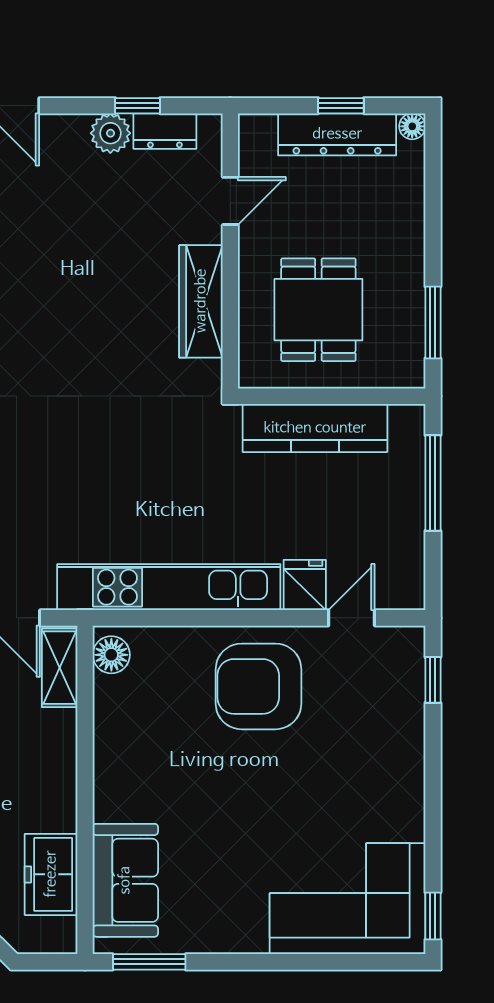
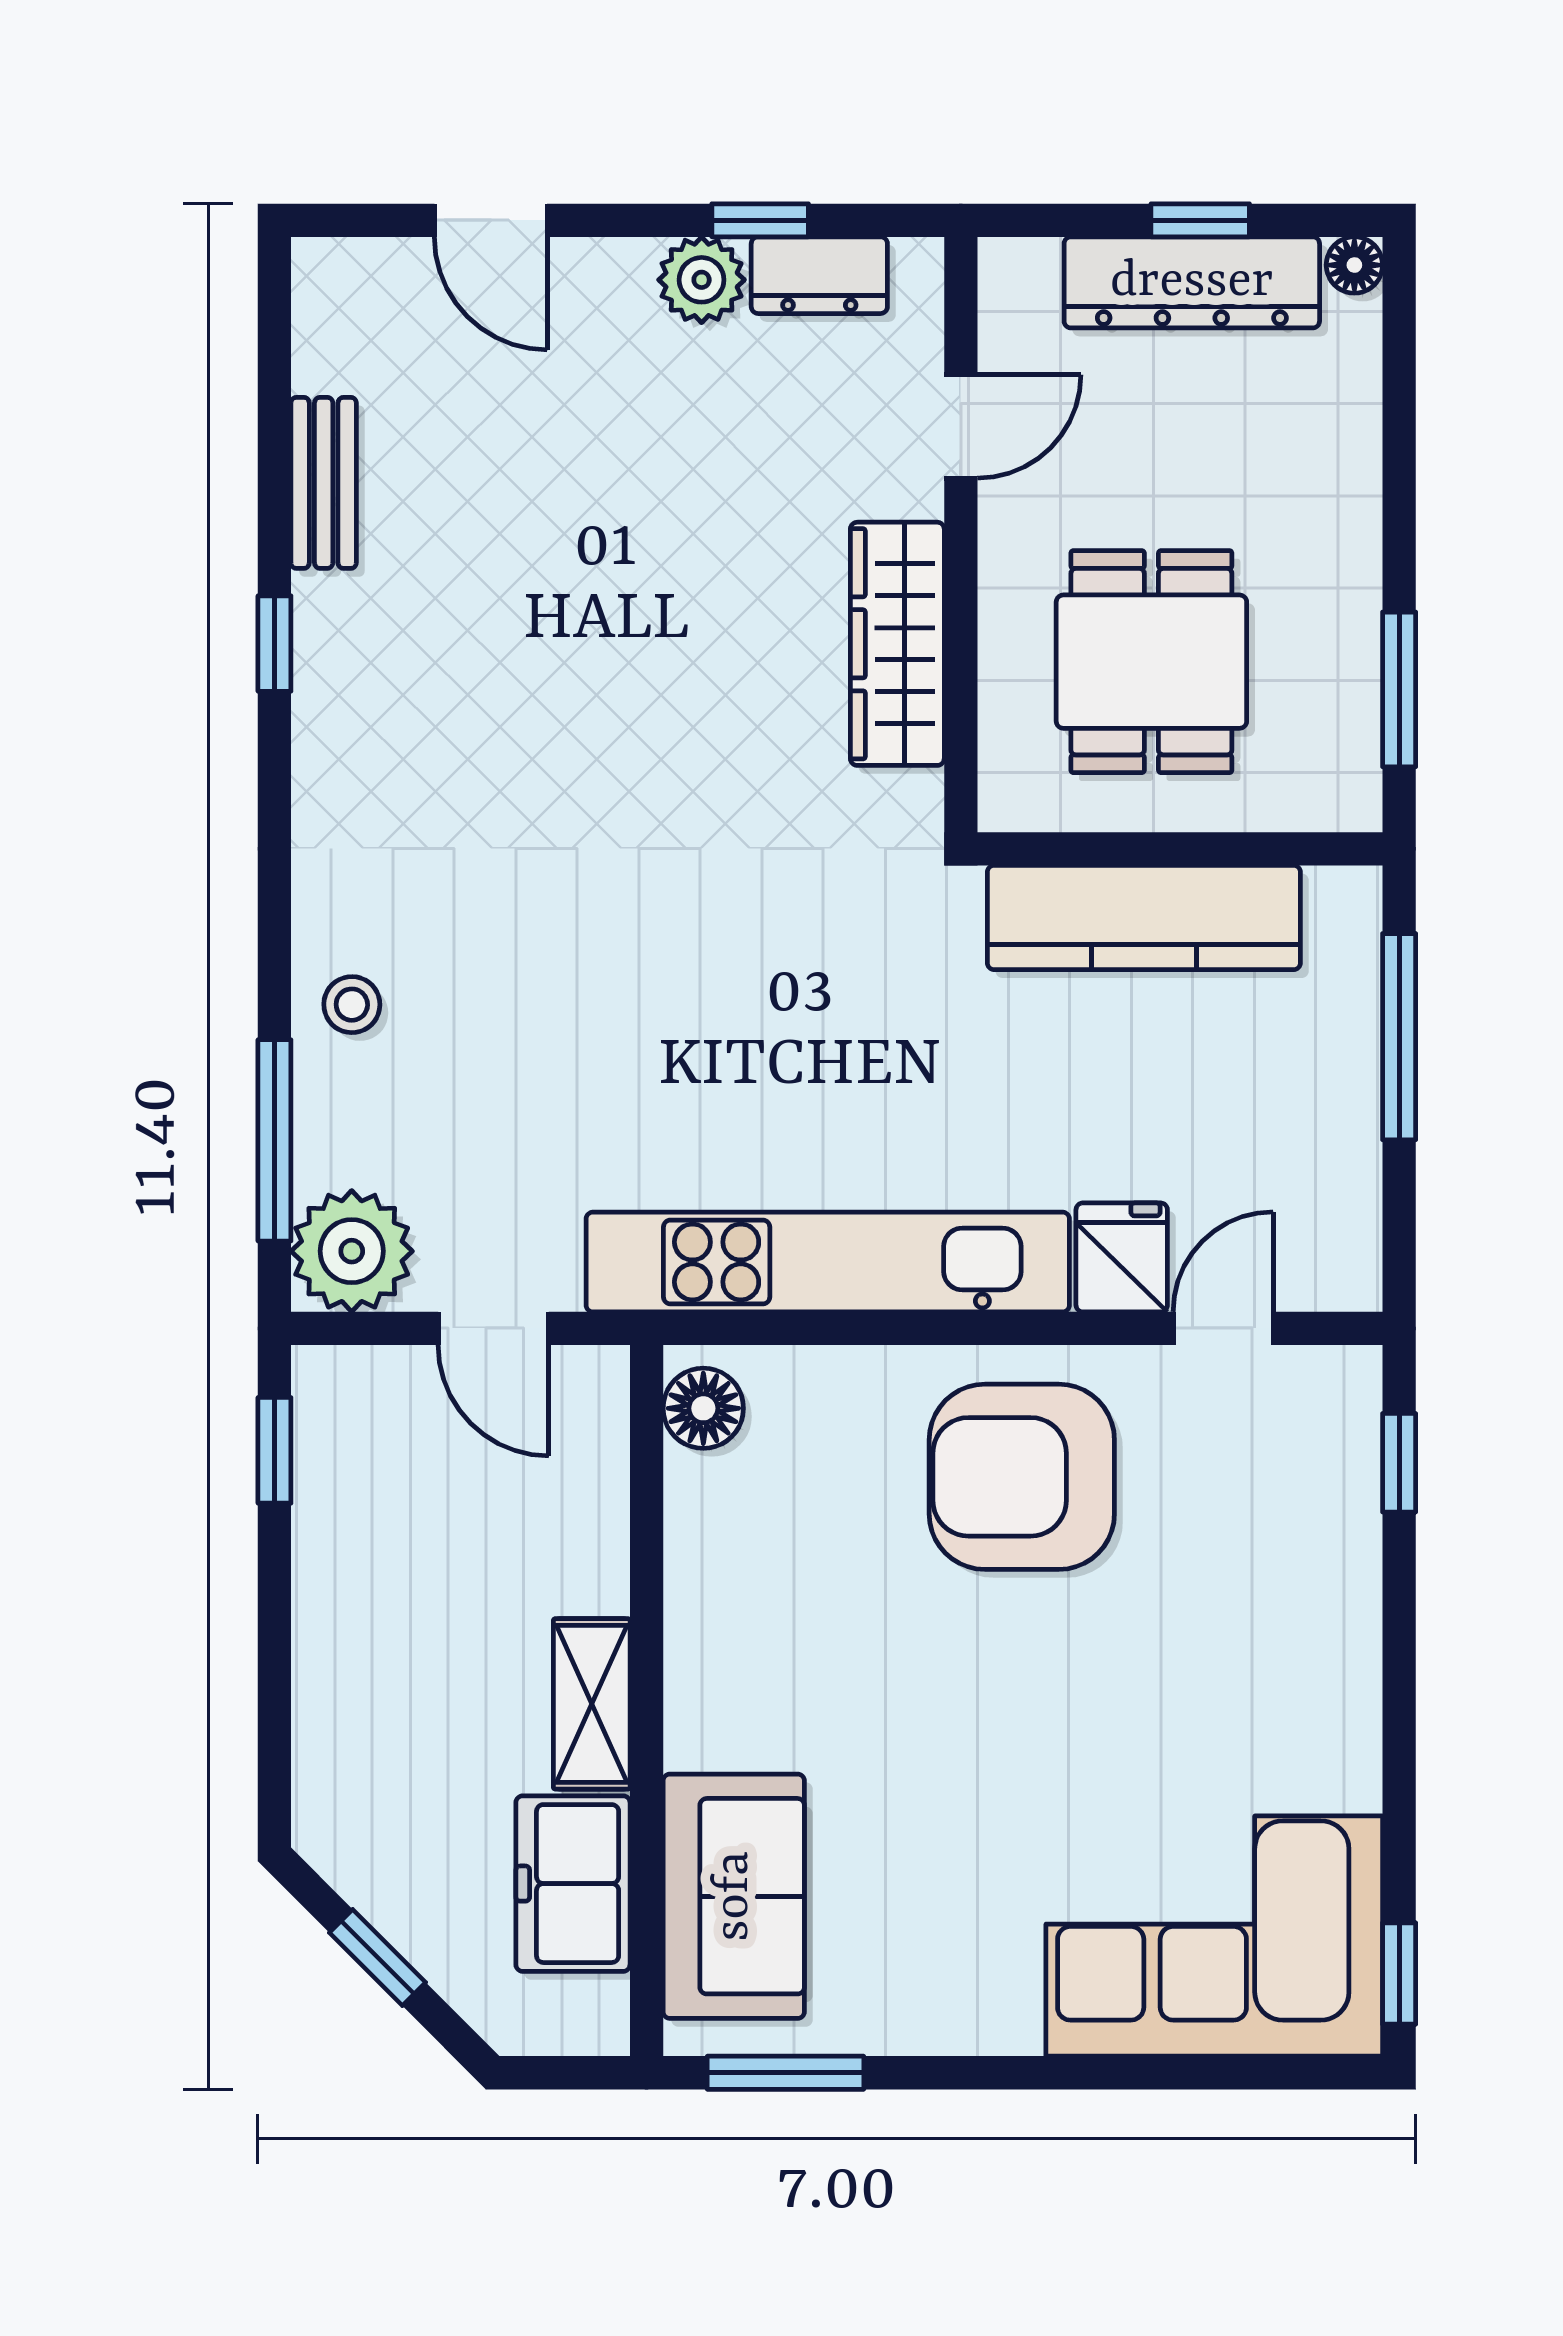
shelving: (60, 668) -> (592, 1704), moved

